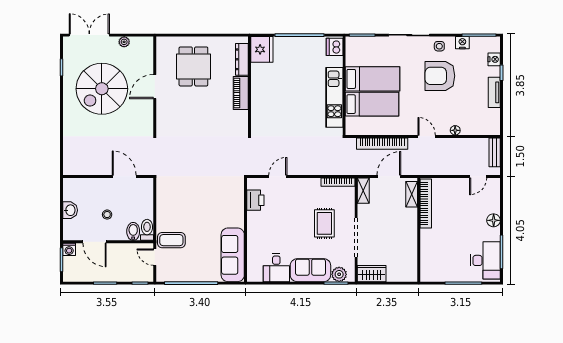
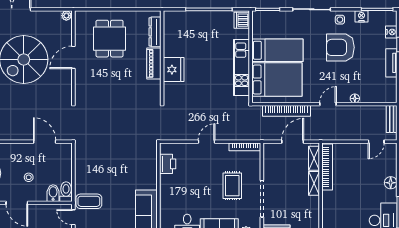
plant: (124, 42) -> (66, 16), moved
fridge: (262, 49) -> (174, 70), moved
bed: (372, 104) -> (277, 79), width x1.50
door: (427, 136) -> (328, 104), hinge flipped
door: (278, 176) -> (207, 142), moved
shelving: (363, 191) -> (314, 183), moved

